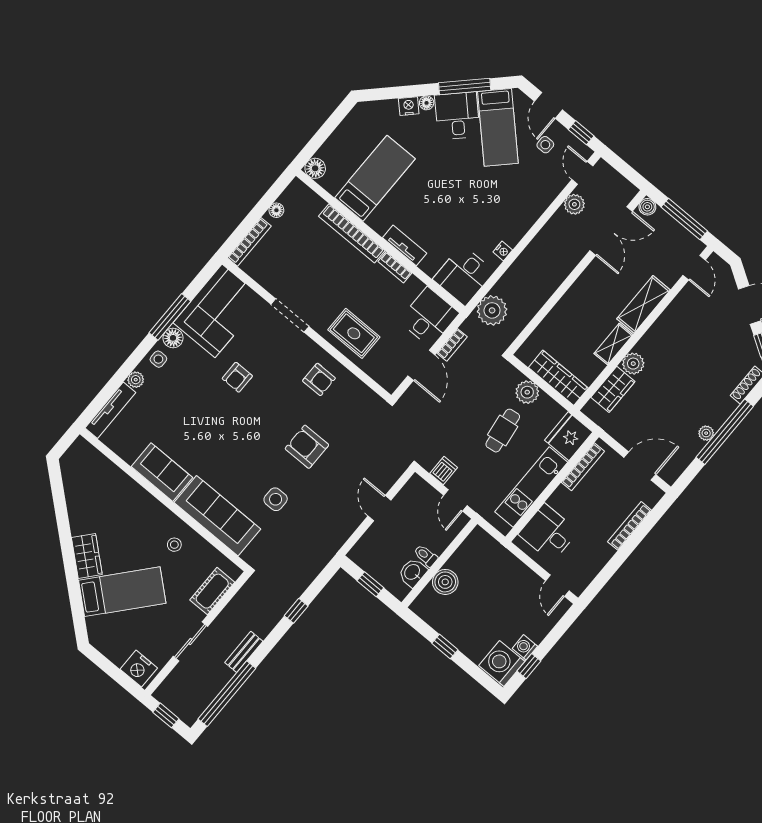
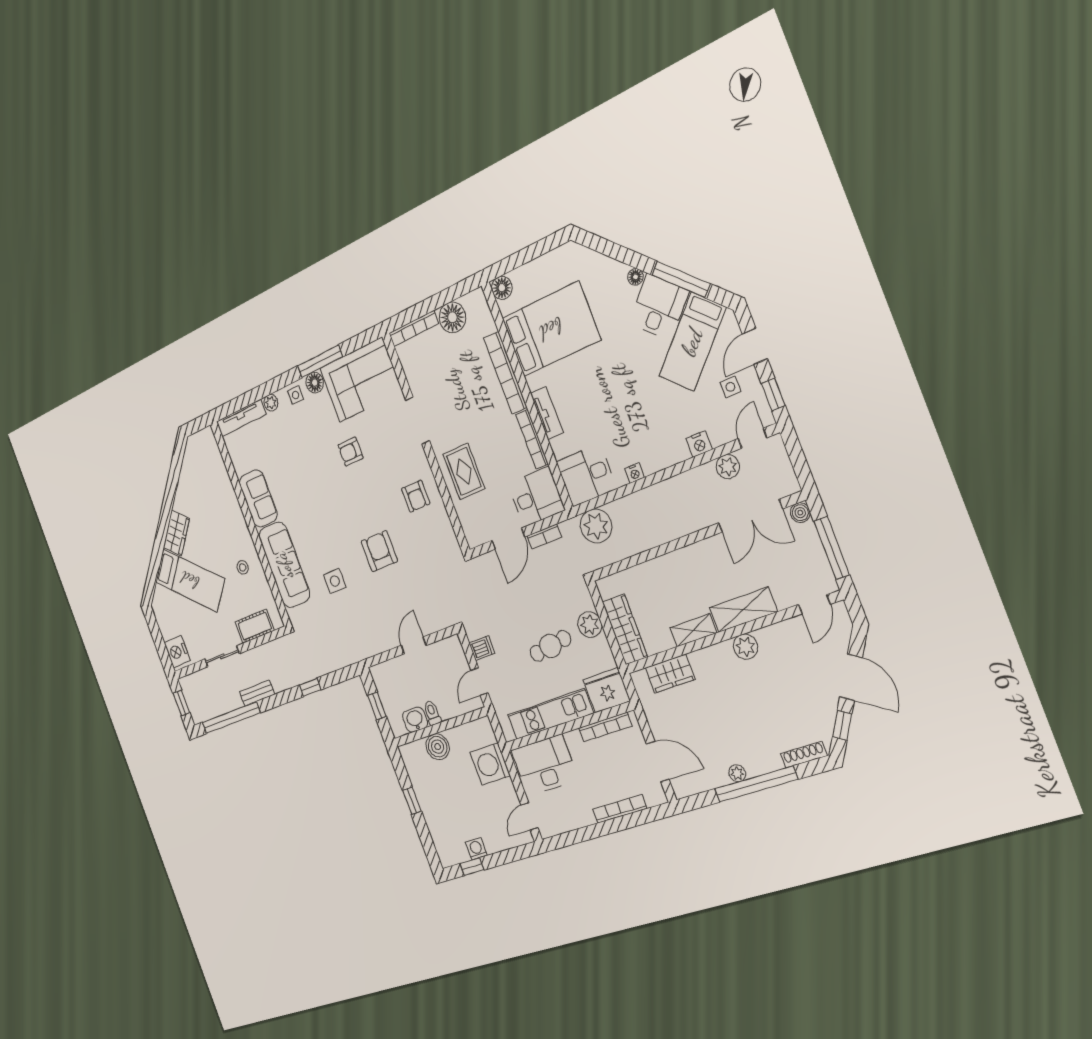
nightstand: (409, 106) -> (699, 444), moved, turned 135
bed: (375, 178) -> (551, 329), width x1.50
floor lamp: (276, 210) -> (452, 317), width x1.89, depth x1.89
bookcase: (395, 267) -> (532, 439), width x1.56
plant: (633, 364) -> (745, 647), moved
desk: (548, 533) -> (545, 765), width x1.37
washing machine: (502, 664) -> (490, 764), moved, turned -90

